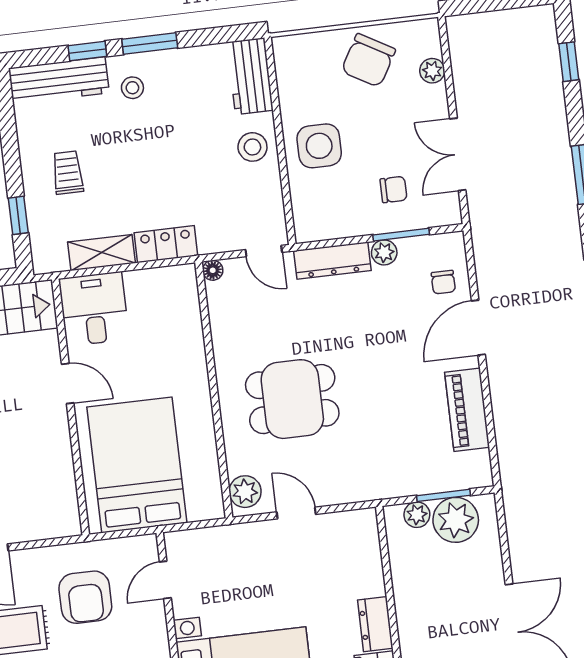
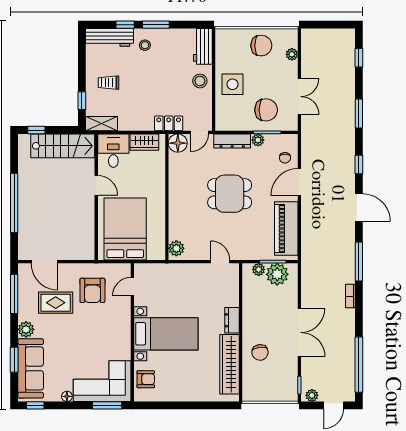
chair: (368, 60) -> (261, 46), turned -120
double door: (458, 154) -> (299, 97), swing flipped
trolley: (68, 172) -> (109, 83), turned -90
chair: (393, 189) -> (266, 110), width x1.87, depth x1.87
locker: (166, 244) -> (169, 123), moved
door: (264, 251) -> (199, 132), hinge flipped
shelving: (101, 253) -> (102, 124), moved
floor lamp: (213, 270) -> (178, 143), width x1.89, depth x1.89
wardrobe: (155, 284) -> (144, 142), added
dining table: (292, 399) -> (230, 194), moved
piano: (467, 410) -> (286, 229), width x1.37, depth x1.33
door: (296, 513) -> (220, 262), moved

